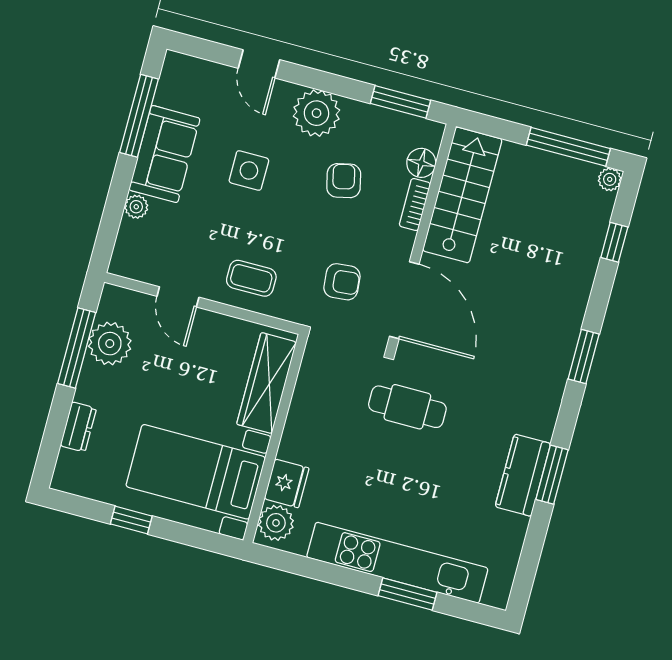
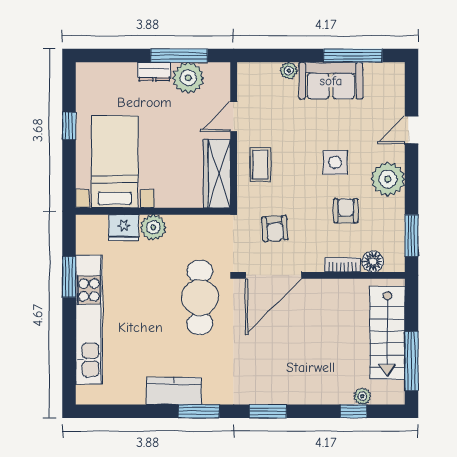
side table: (249, 170) -> (335, 162), moved
plant: (610, 179) -> (362, 396), moved
armchair: (344, 181) -> (346, 211), turned -77
stairs: (462, 195) -> (387, 333), moved, turned 90
wardrobe: (267, 383) -> (217, 174), moved, turned -90
cafe table: (407, 407) -> (200, 297), width x1.37, depth x1.35
dresser: (78, 427) -> (154, 71), moved
window: (552, 475) -> (199, 411), moved
plant: (276, 523) -> (153, 227), moved
window: (407, 594) -> (69, 277), moved

